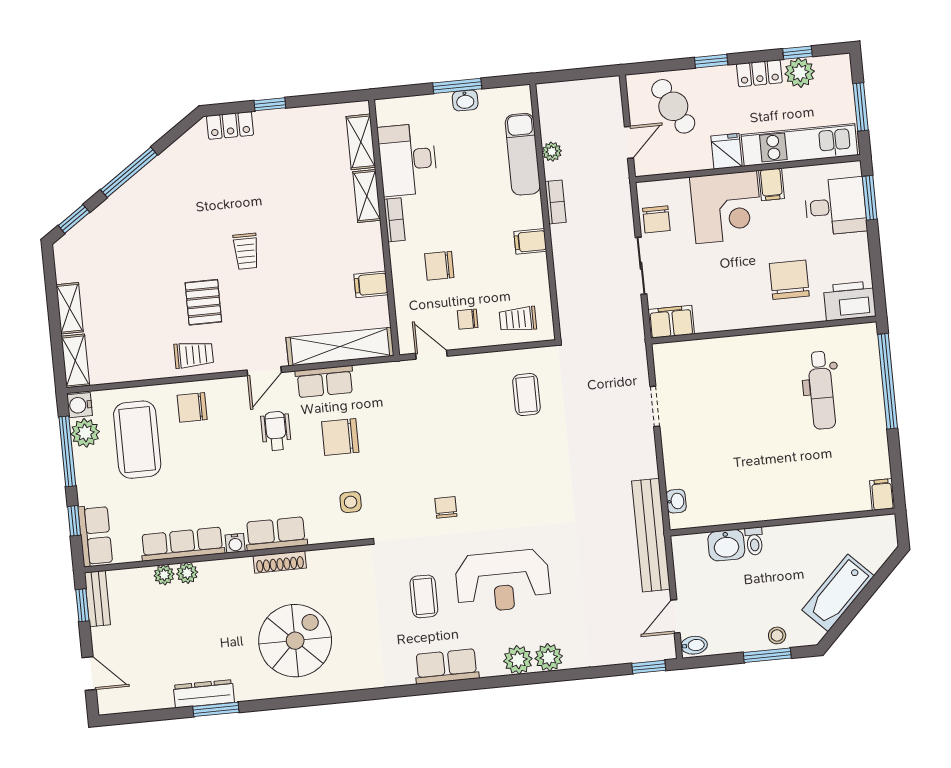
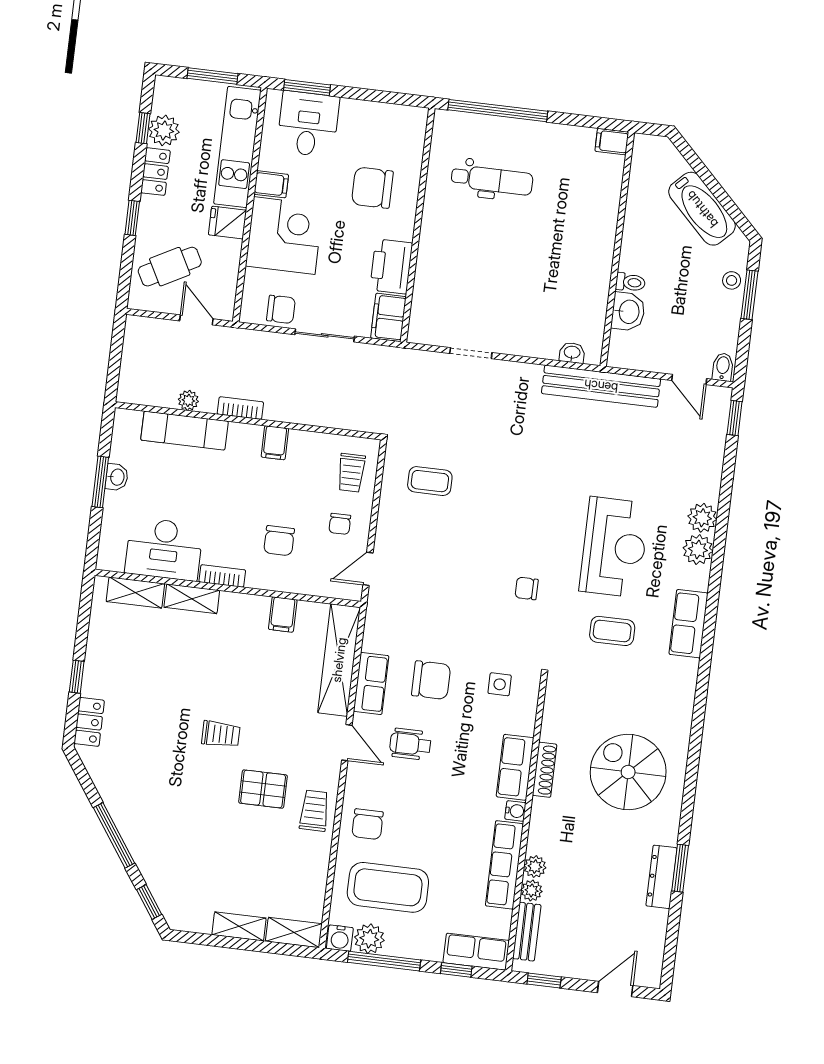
printer: (850, 301) -> (391, 266), moved
chair: (340, 437) -> (431, 680), turned -90
bench: (97, 599) -> (527, 932), moved, turned 90

